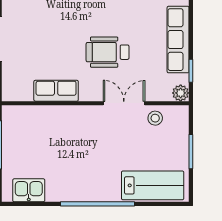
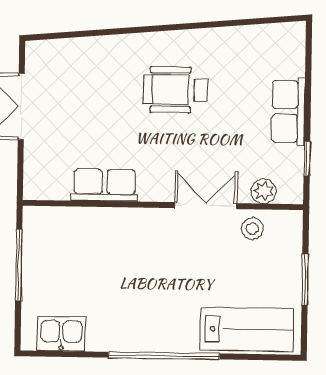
row of seats: (178, 40) -> (288, 111), width x0.68
wheelchair: (108, 52) -> (176, 90), moved
plant: (181, 93) -> (263, 191), moved

